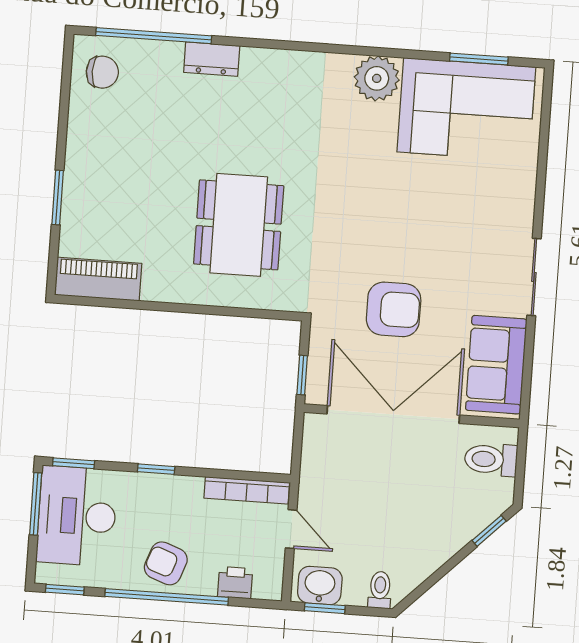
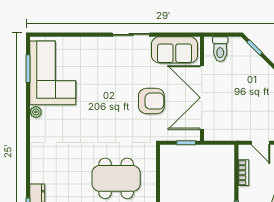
plant: (377, 78) -> (36, 112), width x0.53, depth x0.53
armchair: (394, 309) -> (151, 101), turned 90
bookcase: (247, 490) -> (243, 173), width x0.64
door: (291, 529) -> (261, 143), swing flipped

